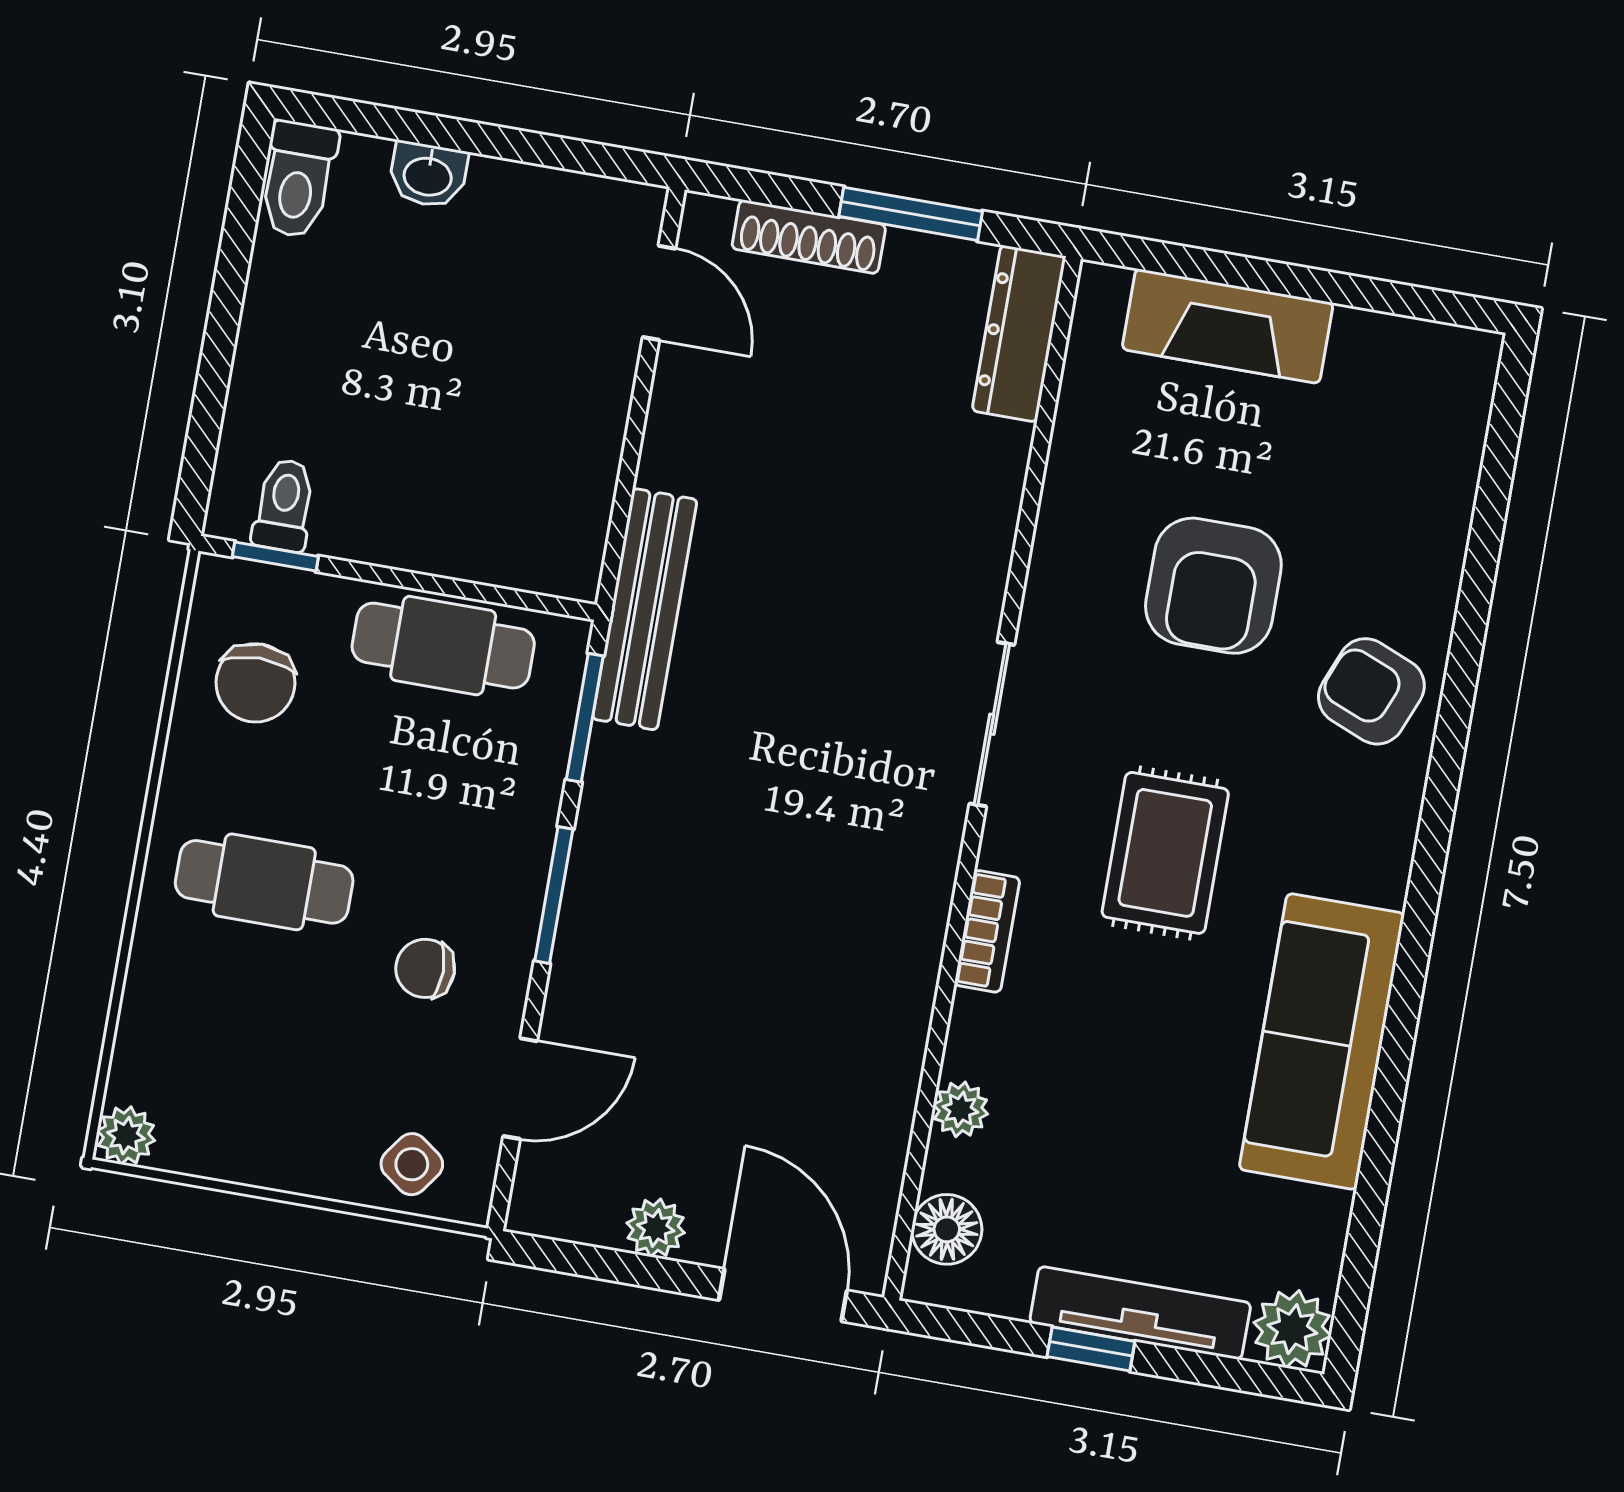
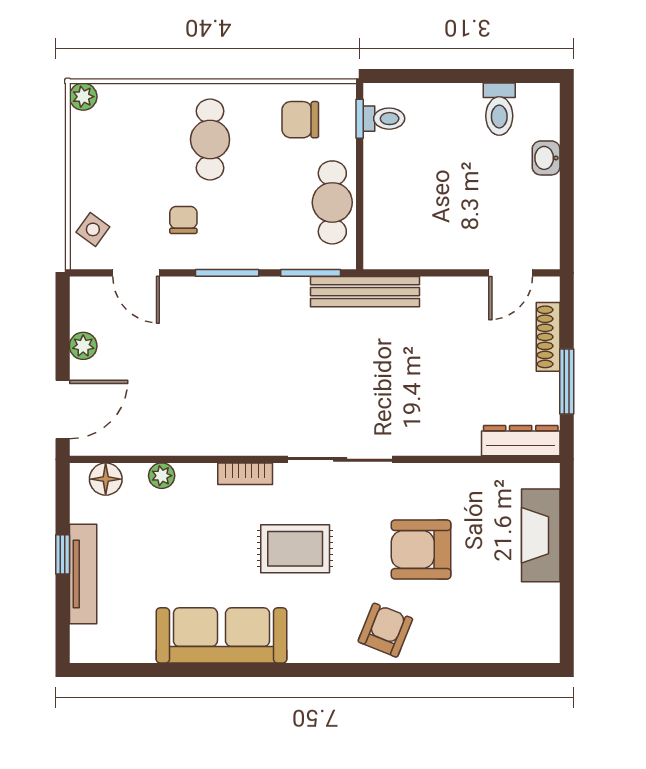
toilet: (298, 179) -> (499, 109), moved, turned -90
sliding door: (992, 724) -> (340, 459), width x1.37
plant: (1292, 1329) -> (88, 645), removed

